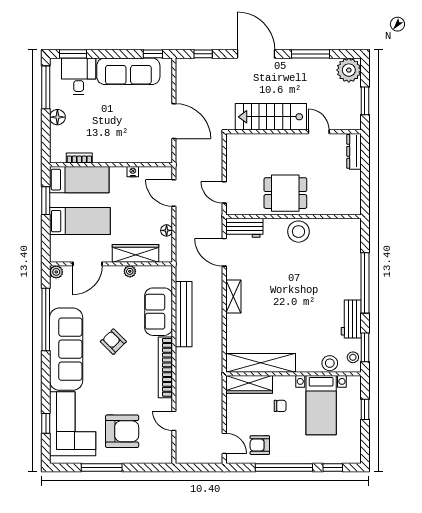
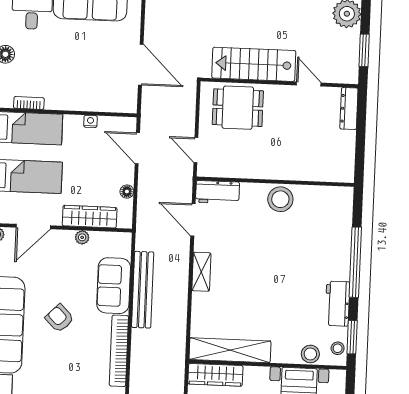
dining table: (285, 193) -> (238, 108), moved

